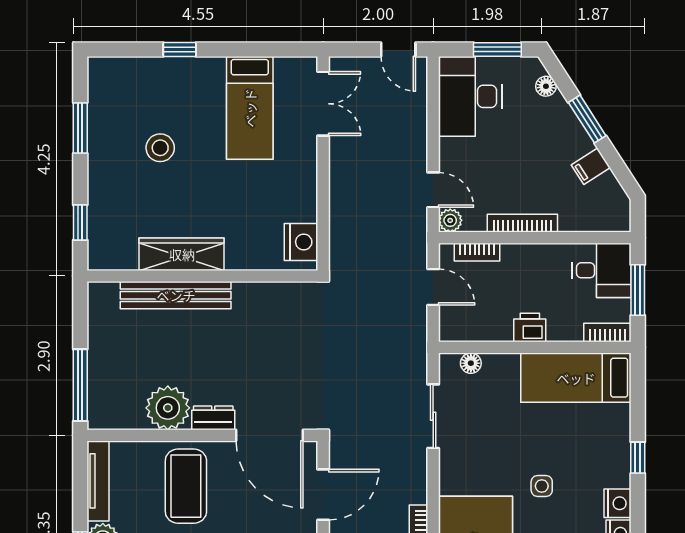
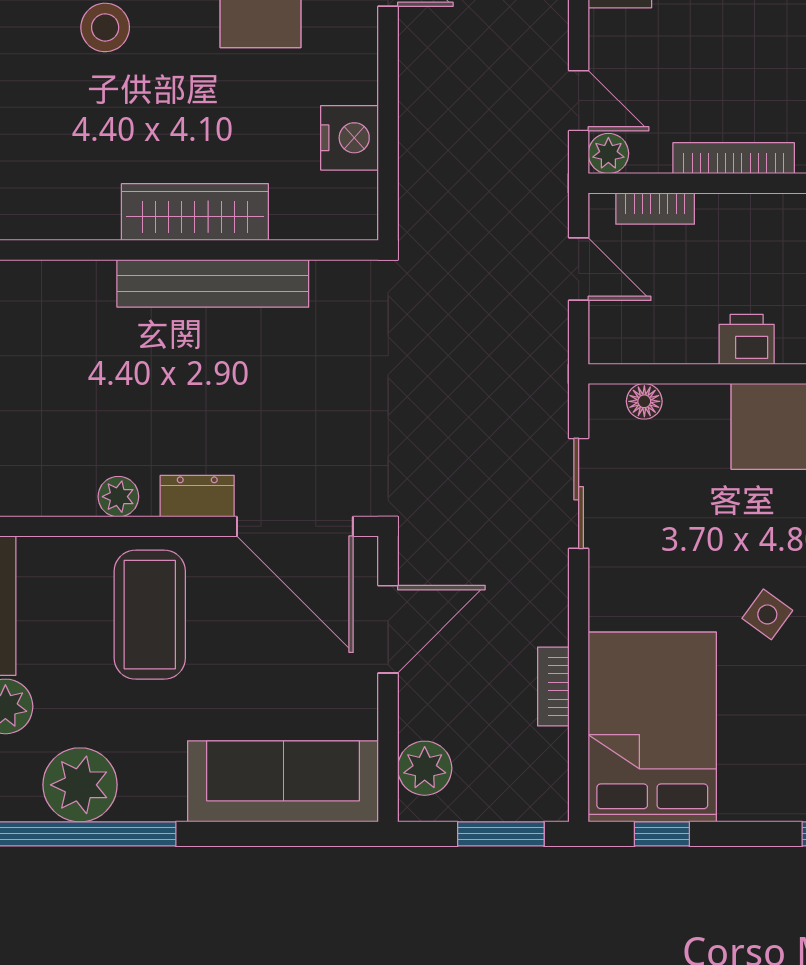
nightstand: (301, 242) -> (350, 138), moved
wardrobe: (182, 254) -> (195, 212), moved
bench: (176, 295) -> (213, 283), moved
plant: (168, 408) -> (118, 497), width x0.53, depth x0.53
side table: (542, 486) -> (767, 614), turned 36

